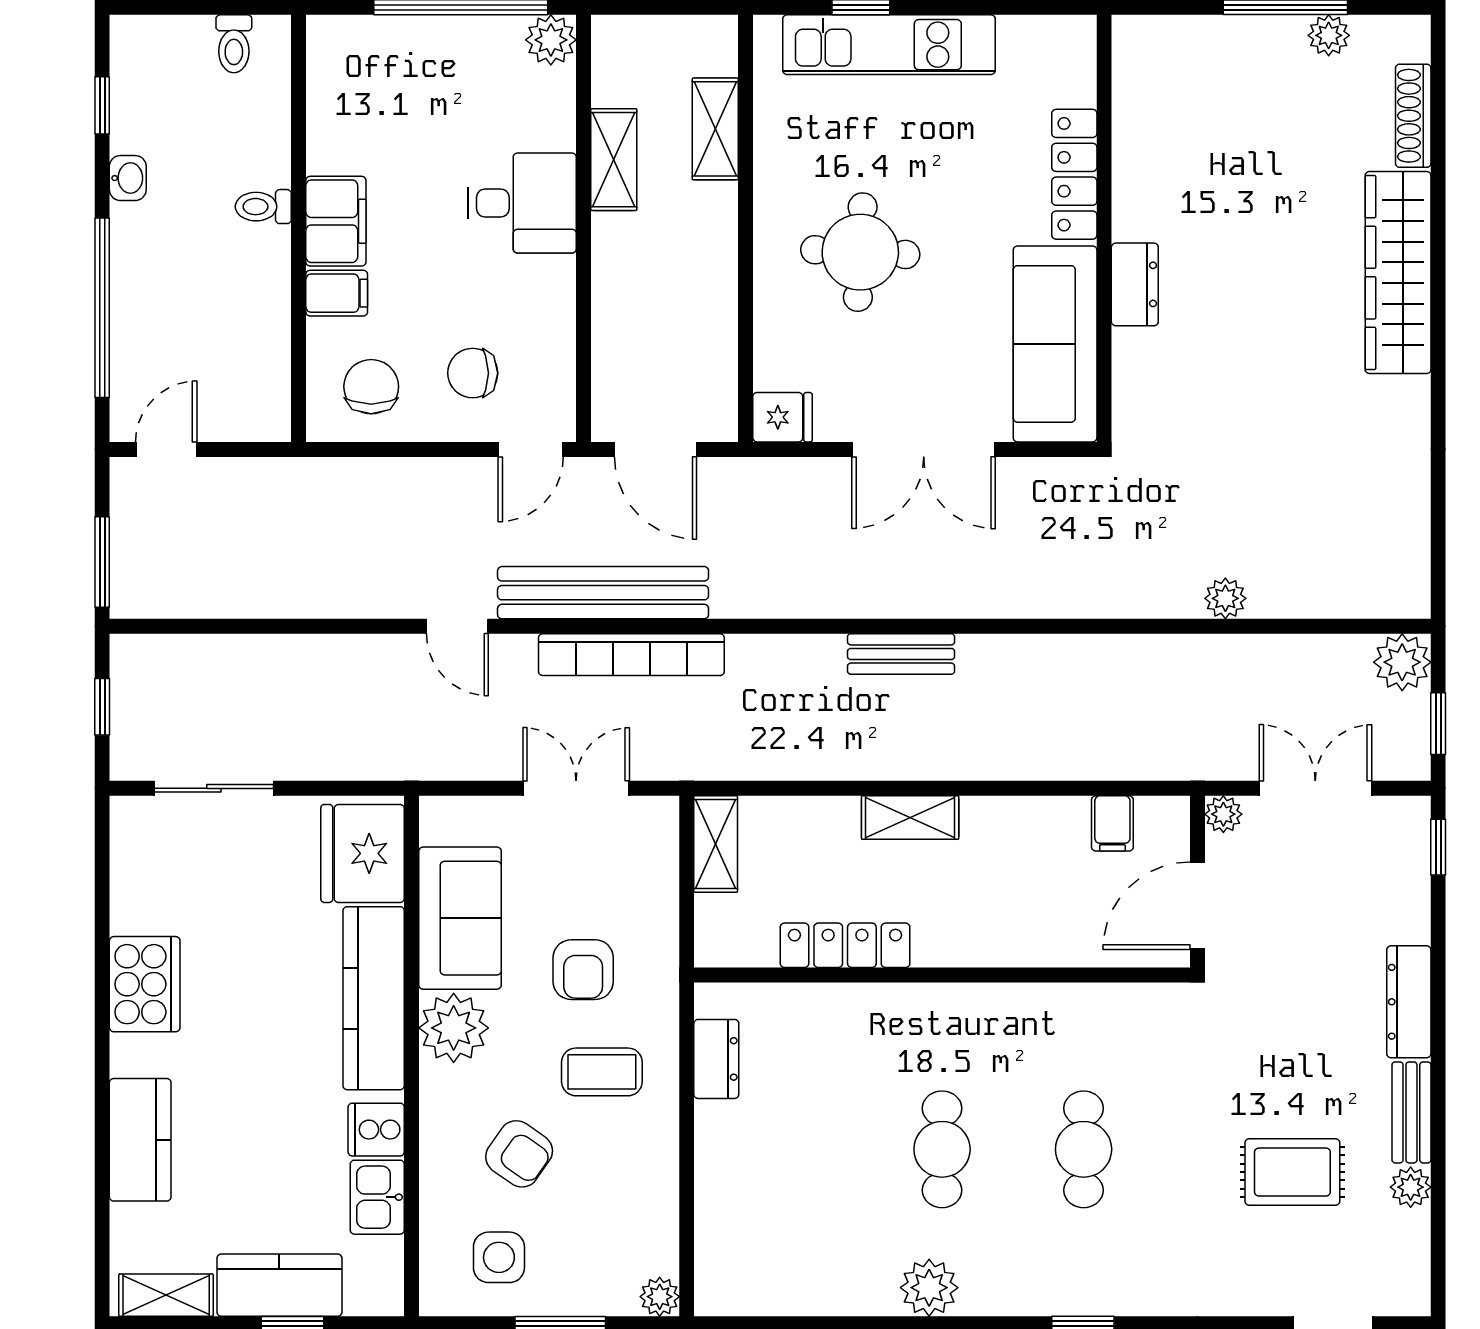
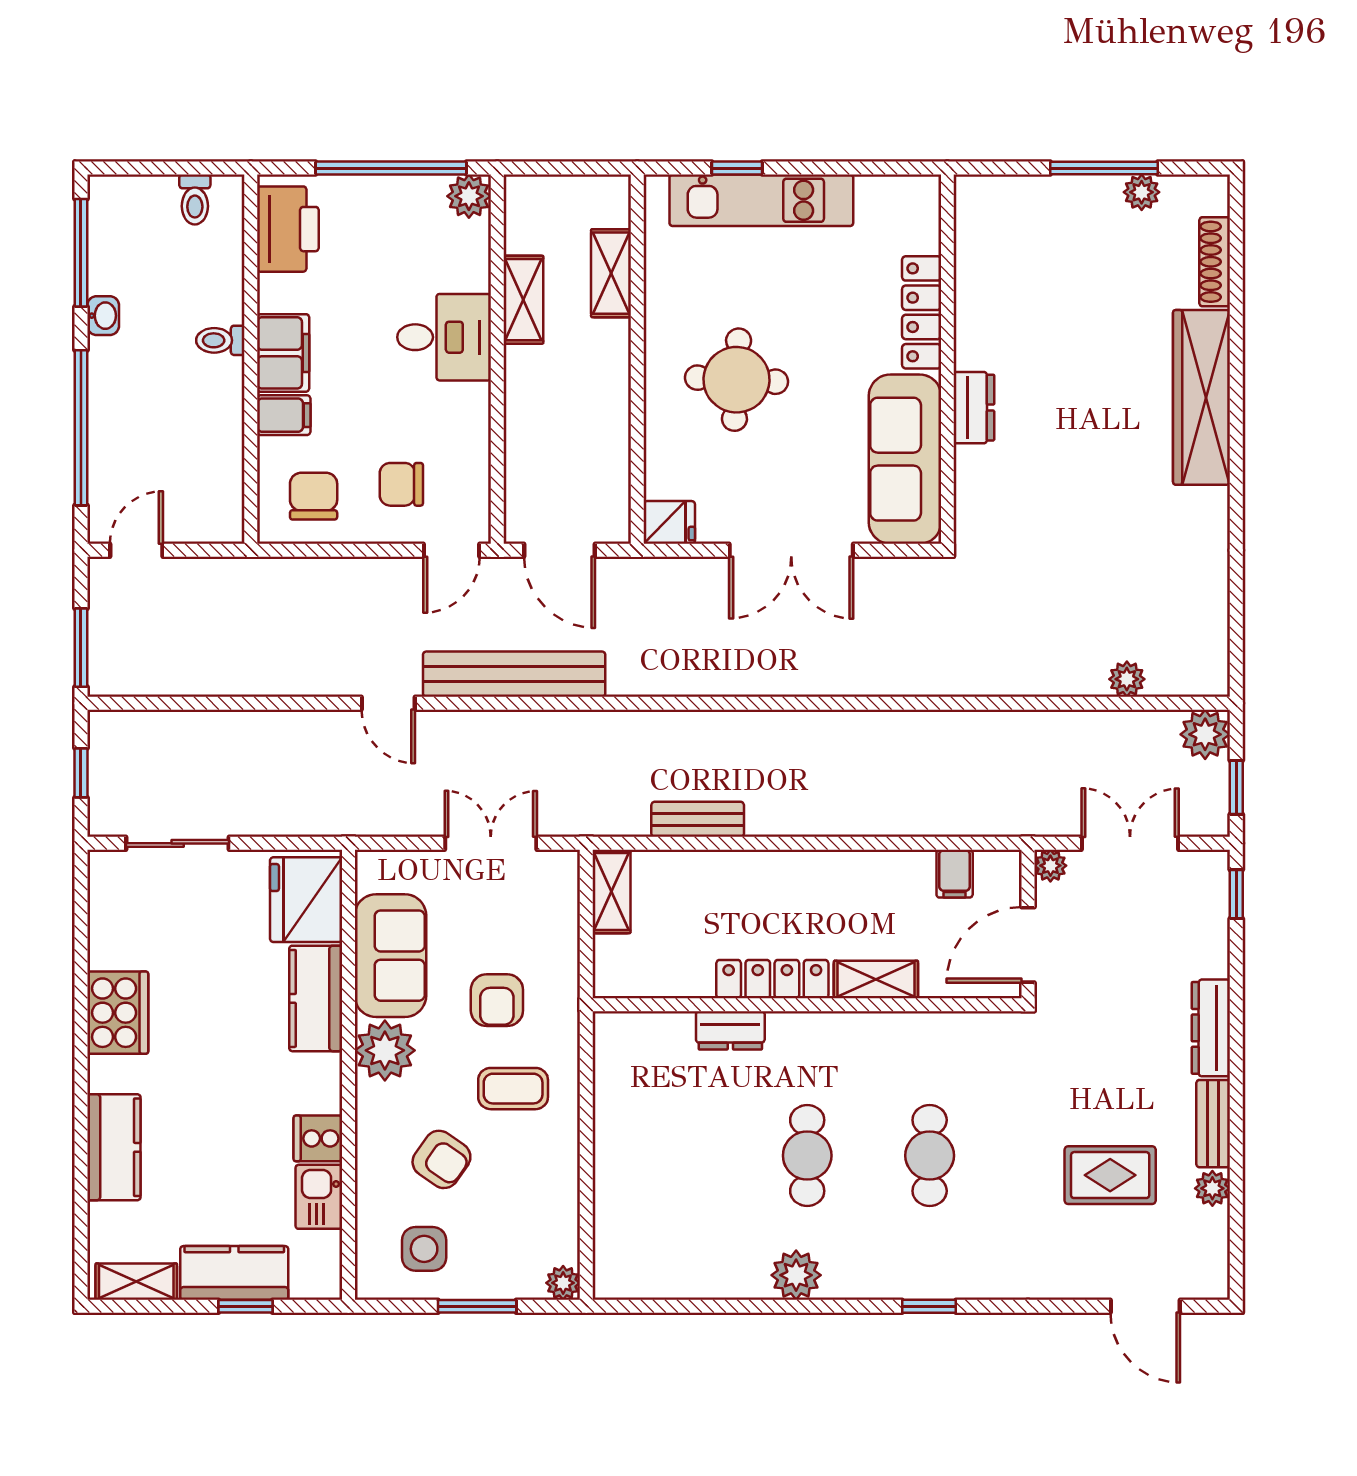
printer: (341, 78) -> (288, 229), added
window: (102, 105) -> (81, 253), width x2.17
plant: (1225, 598) -> (1127, 679), moved
bench: (901, 654) -> (698, 819), moved
bookcase: (631, 655) -> (539, 728), removed
shelving: (910, 818) -> (876, 979), moved
locker: (845, 945) -> (772, 979), moved
kitchen counter: (374, 998) -> (316, 998), width x0.67
dresser: (716, 1059) -> (730, 1030), moved, turned 90

